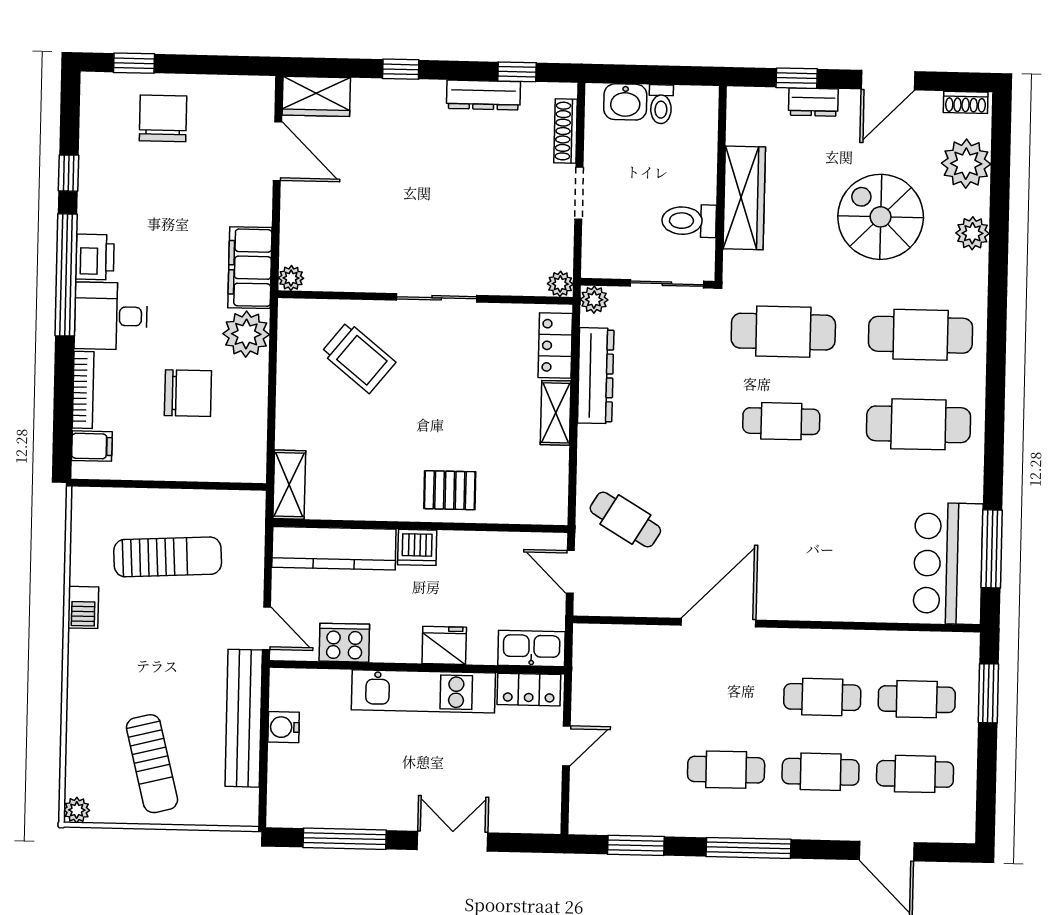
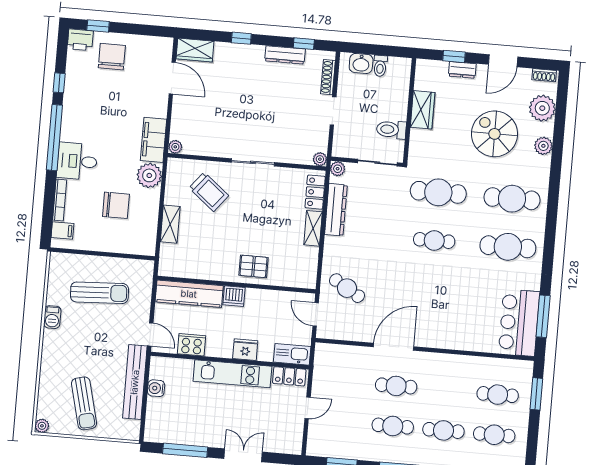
wardrobe: (744, 198) -> (423, 110), width x0.67
printer: (95, 257) -> (80, 40), moved, turned 90
shelving: (289, 485) -> (170, 224), moved
cafe table: (822, 697) -> (396, 386), moved

